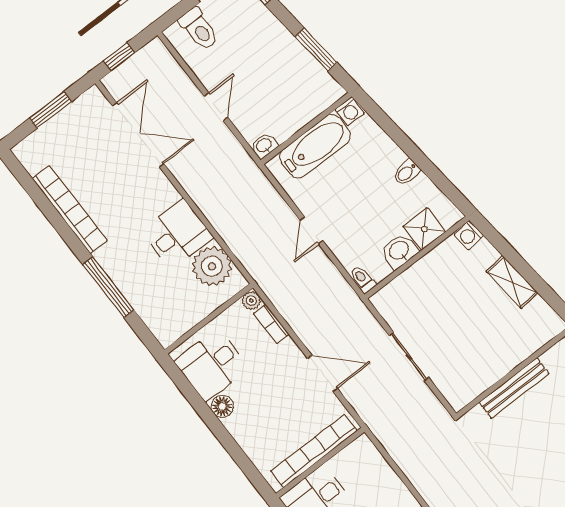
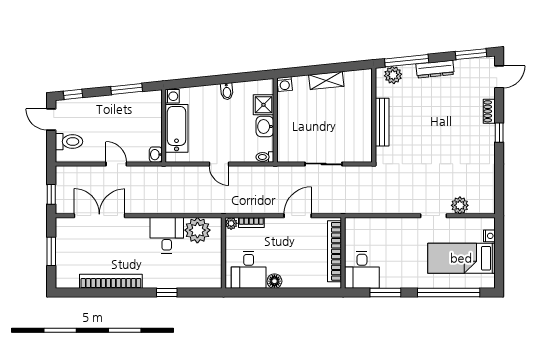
window: (108, 287) -> (167, 292), width x0.46

